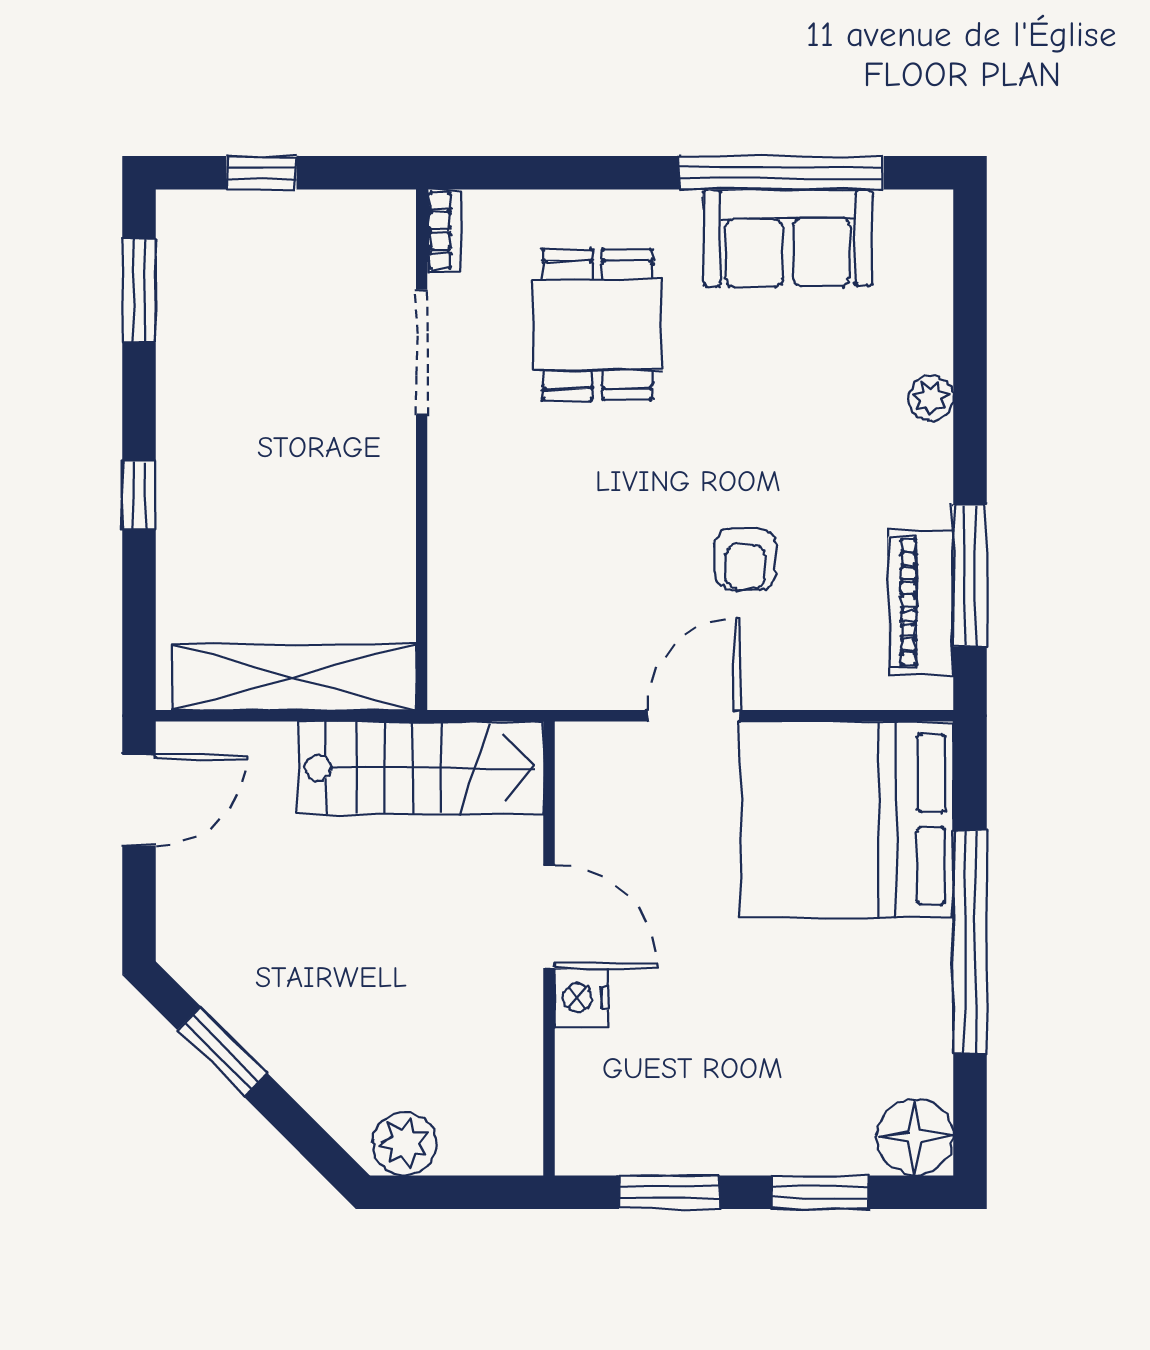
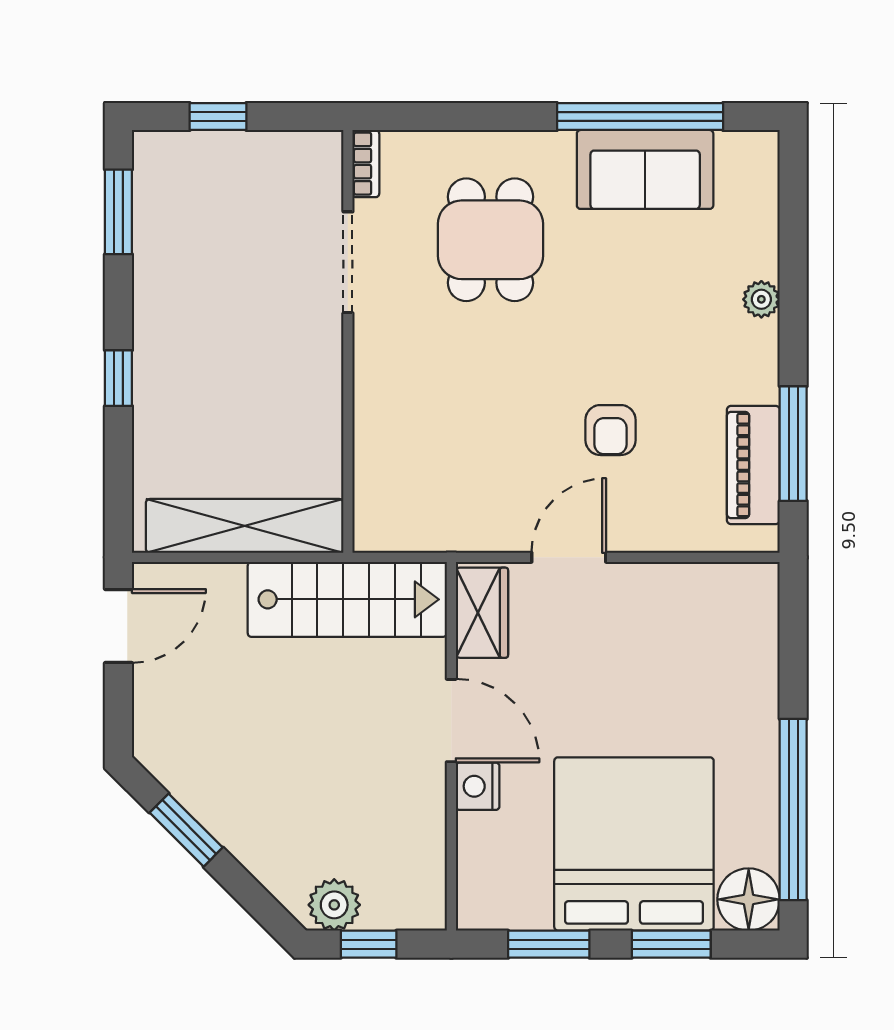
wardrobe: (587, 784) -> (482, 613), added
bed: (847, 819) -> (634, 844), moved, turned 90
window: (970, 942) -> (793, 810), moved
window: (447, 1192) -> (369, 944), added

